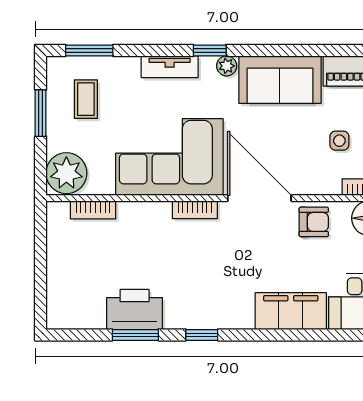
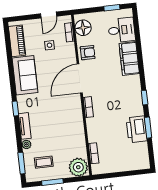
plant: (227, 66) -> (26, 144), moved
corner sofa: (169, 157) -> (66, 121), removed
armchair: (314, 222) -> (88, 53), turned 90

